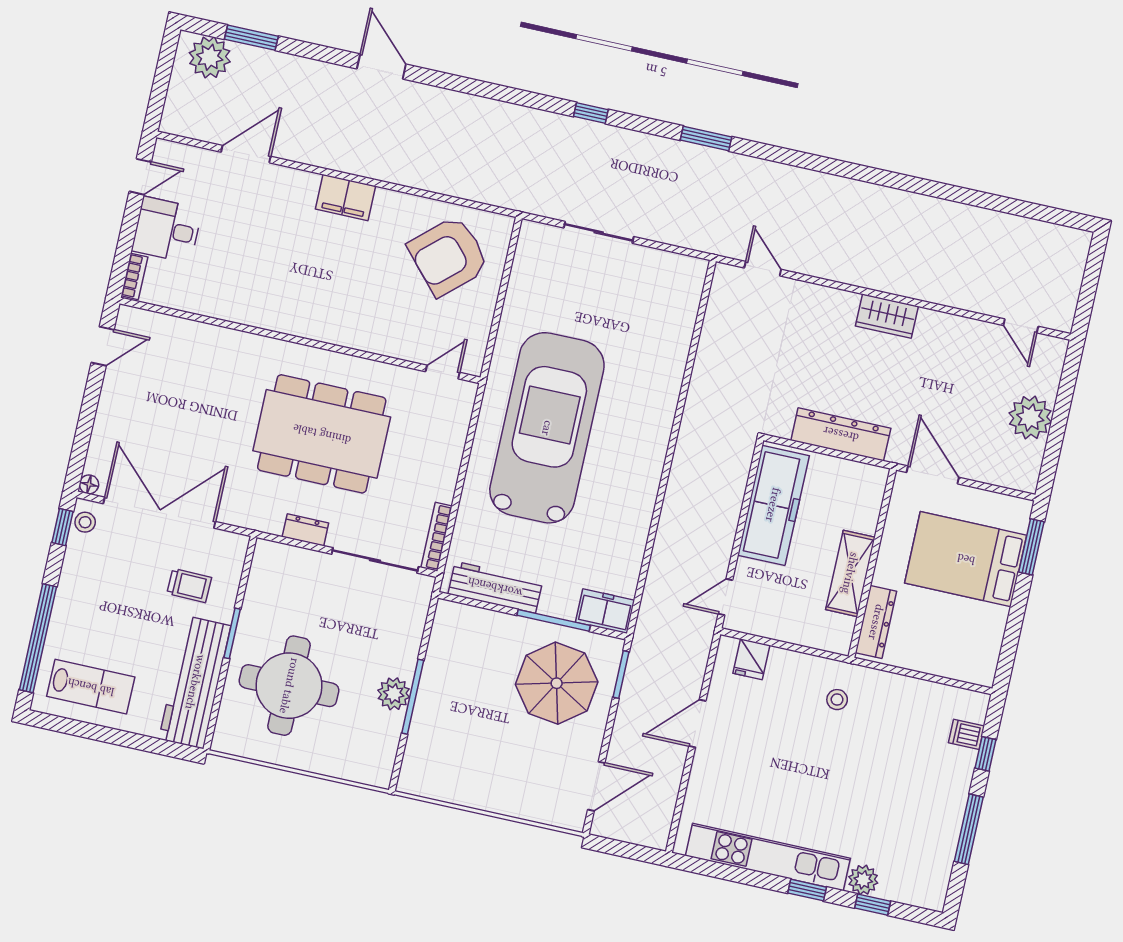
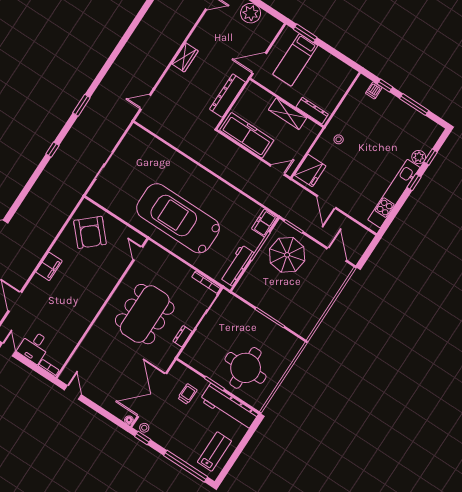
bed: (966, 559) -> (295, 60), width x0.67
door: (725, 597) -> (278, 170), swing flipped
fridge: (751, 659) -> (310, 171), width x1.88, depth x1.34
plant: (394, 694) -> (266, 325), removed

